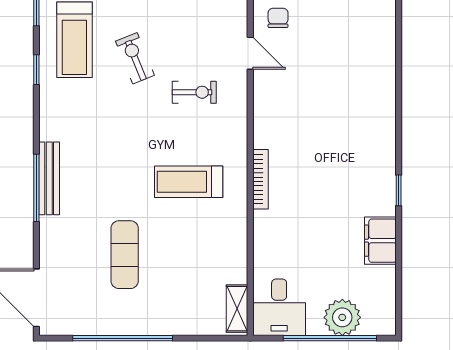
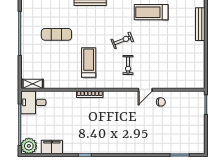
exercise bike: (135, 58) -> (122, 40), moved
filing cabinet: (380, 241) -> (52, 147), moved
plant: (342, 317) -> (29, 146), moved

